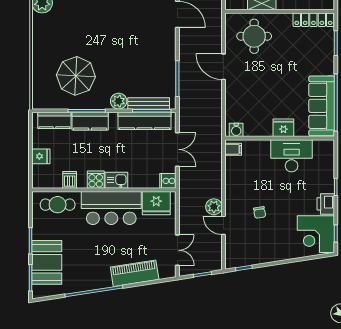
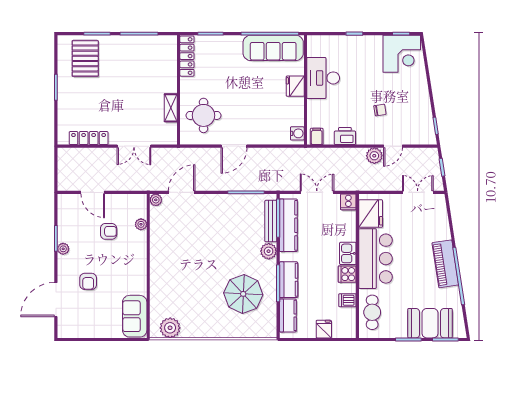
printer: (326, 204) -> (345, 136), moved, turned 180
piano: (135, 273) -> (445, 264), moved

